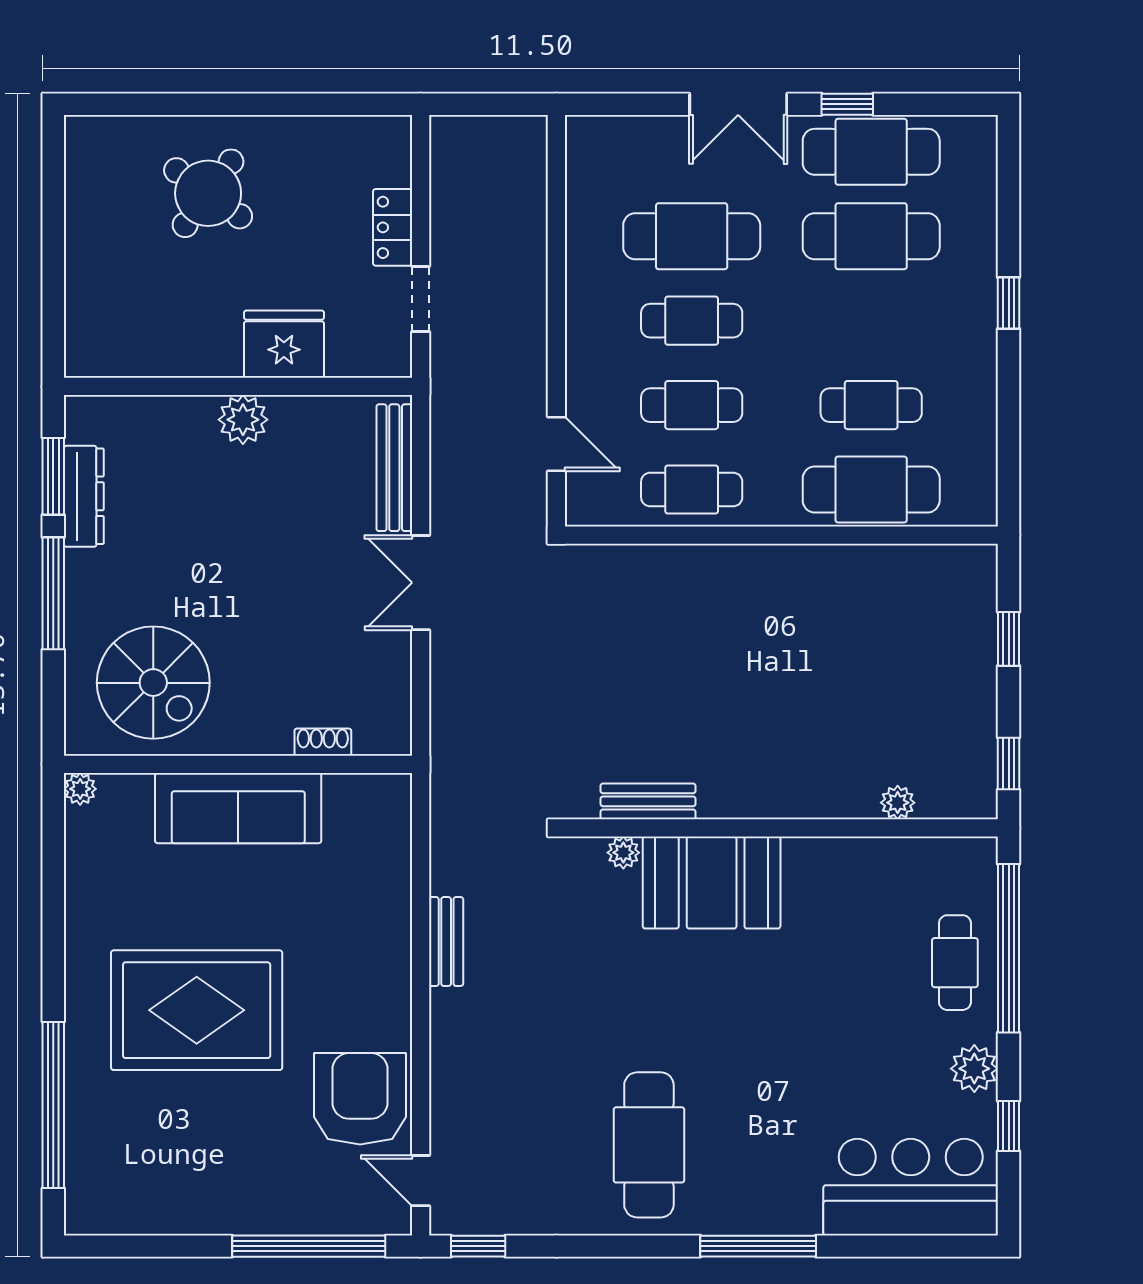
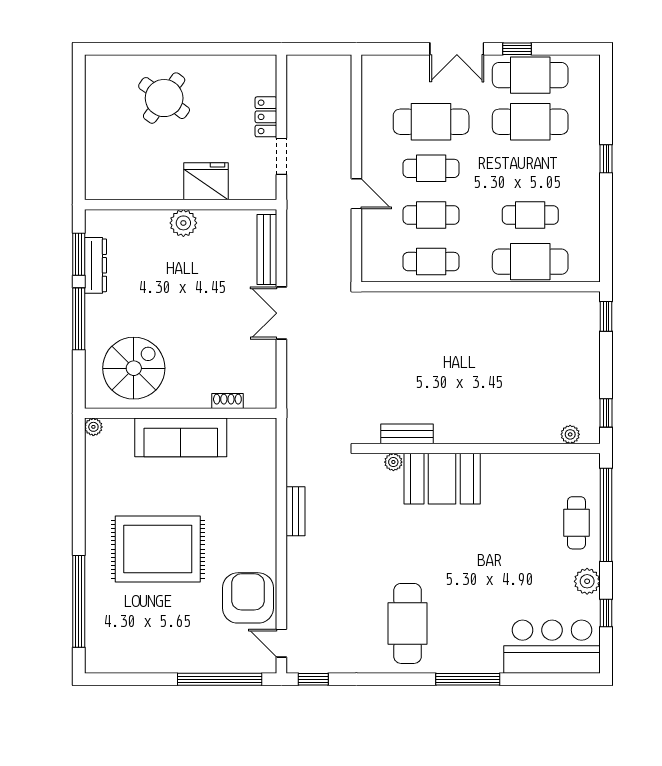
door: (556, 444) -> (356, 194), moved
window: (1009, 639) -> (606, 316), moved
spiral stairs: (153, 683) -> (134, 368), turned -90
plant: (898, 803) -> (570, 434), moved

